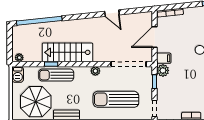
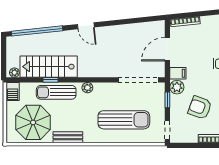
door: (112, 13) -> (86, 26), moved
stairs: (68, 52) -> (49, 67), moved
plant: (95, 71) -> (87, 88), moved
armchair: (183, 89) -> (200, 108), added
sun lounger: (116, 99) -> (124, 120), turned 180

